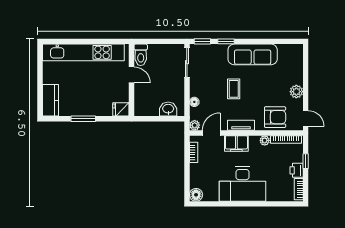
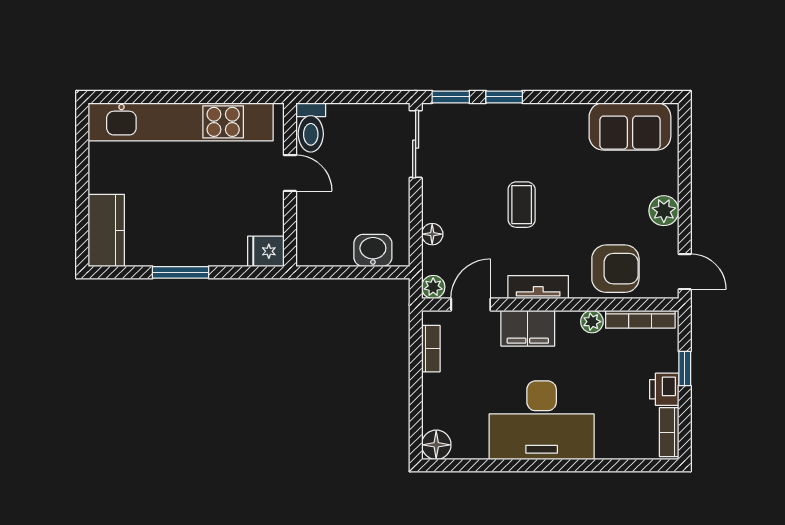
sofa: (253, 54) -> (630, 126), moved, width x0.73

